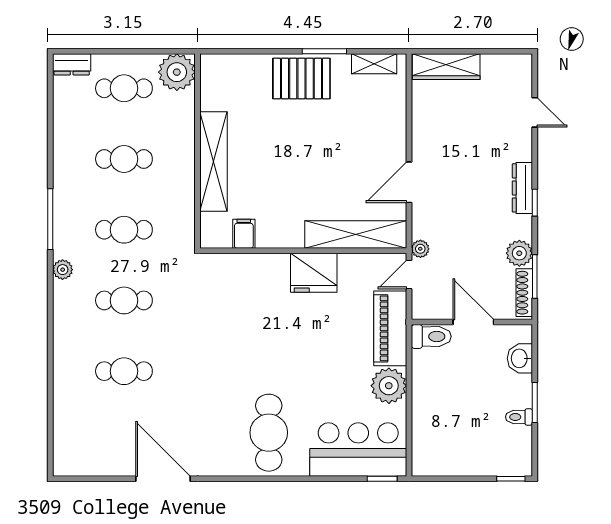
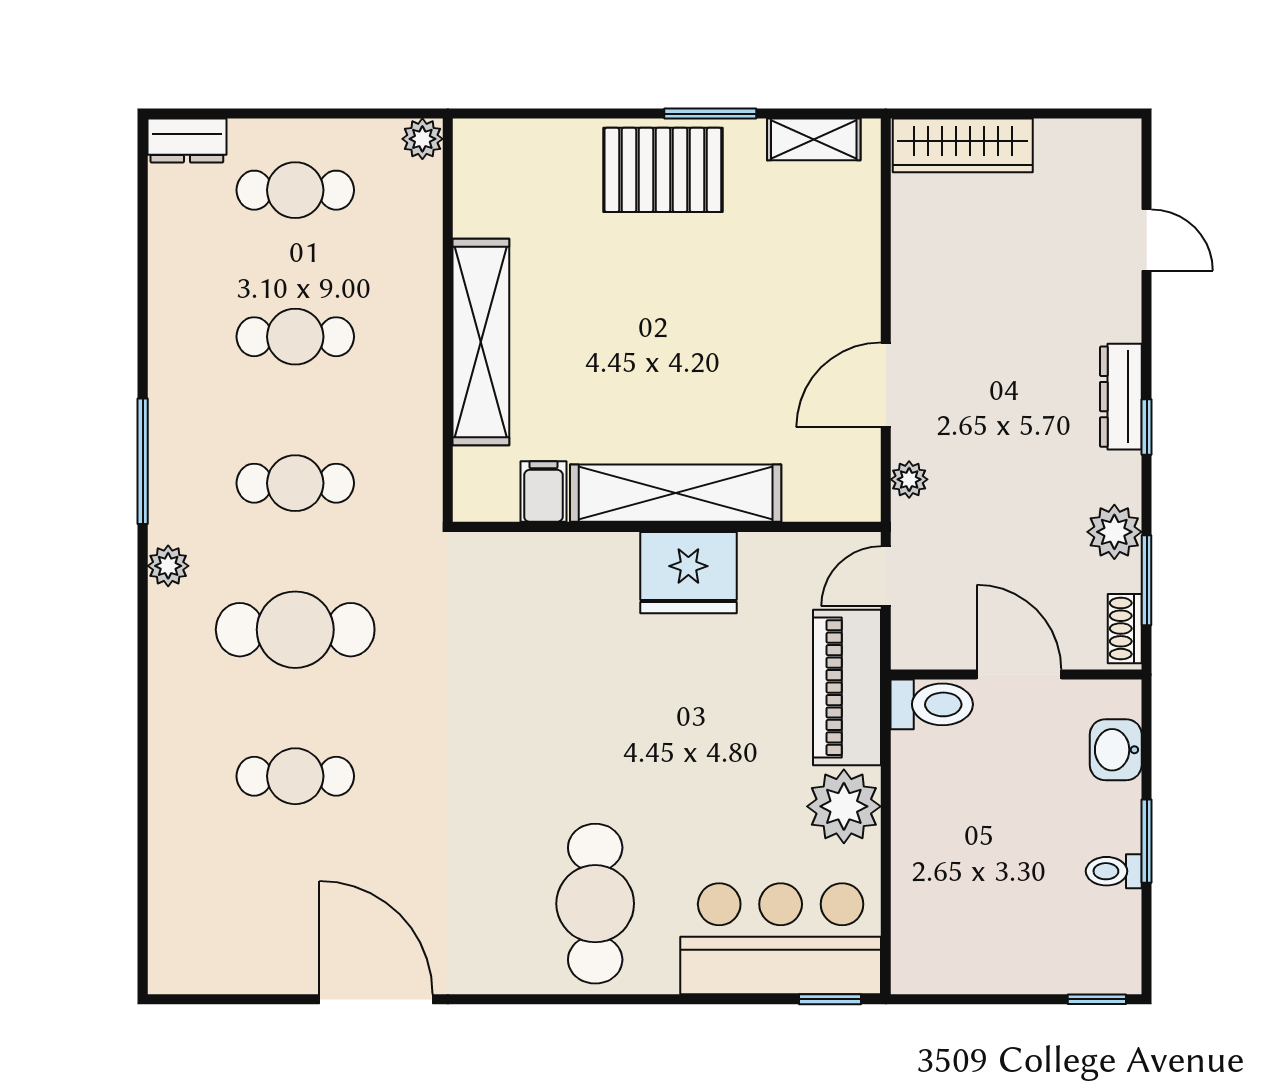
plant: (177, 72) -> (422, 139), width x0.53, depth x0.53
shelving: (356, 235) -> (676, 493), moved
plant: (420, 249) -> (909, 479), moved
shoe rack: (524, 293) -> (1125, 629), width x0.70
cafe table: (124, 300) -> (295, 630), width x1.37, depth x1.35

